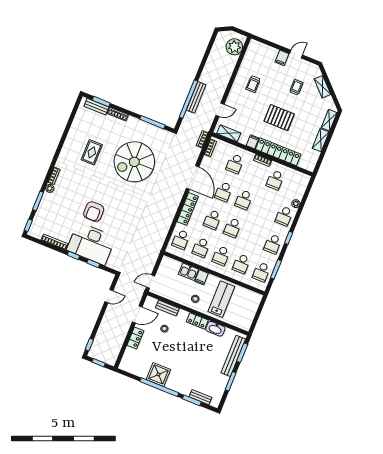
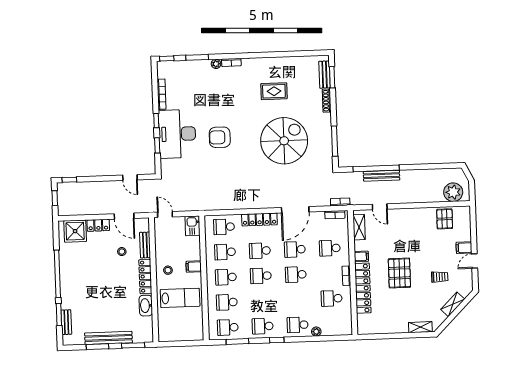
door: (296, 54) -> (475, 261), swing flipped
pallet: (252, 63) -> (445, 219), added
trolley: (253, 84) -> (423, 230), removed
shelving: (321, 140) -> (395, 328), removed
spiral stairs: (134, 162) -> (284, 141), turned 90
armchair: (94, 212) -> (220, 137), moved
kitchen sink: (188, 272) -> (193, 226), moved
locker: (197, 321) -> (145, 277), width x1.53
bench: (233, 356) -> (108, 338), moved
shower: (158, 374) -> (75, 231), moved

